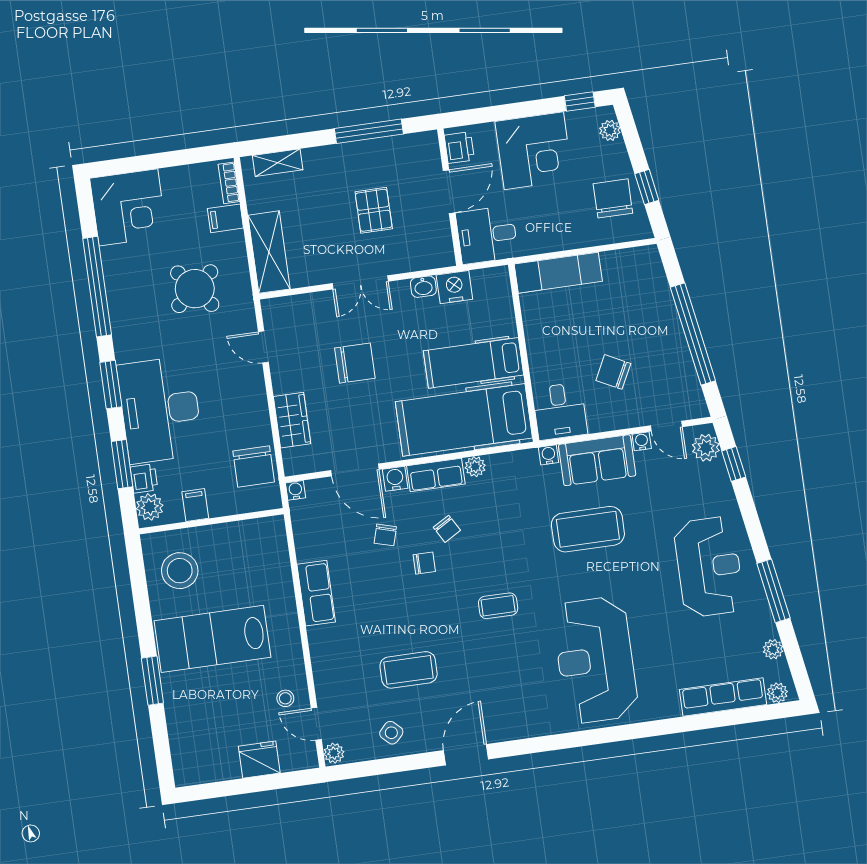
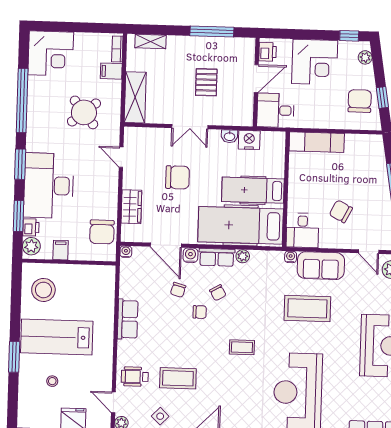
water cooler: (642, 441) -> (351, 259), removed
wheelchair: (342, 679) -> (135, 377), added
stool: (285, 698) -> (52, 381), moved

